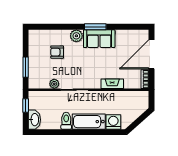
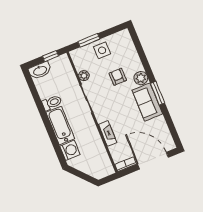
armchair: (57, 52) -> (118, 77), moved
side table: (39, 59) -> (102, 50), added

